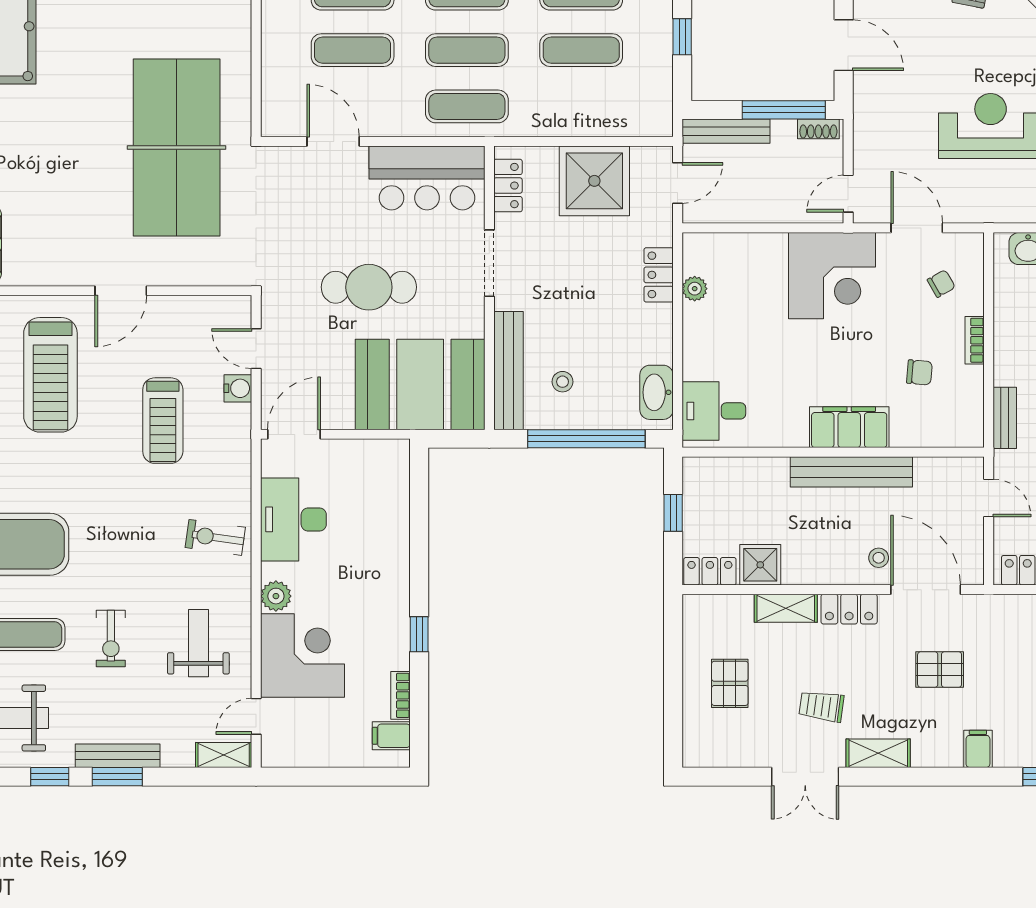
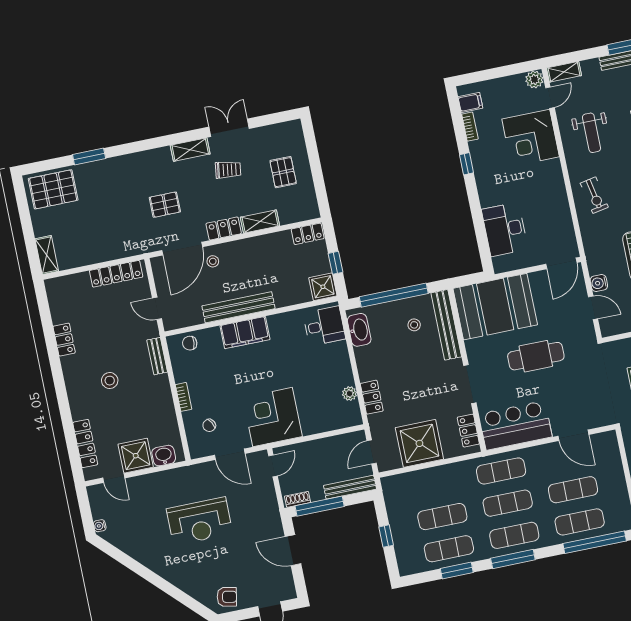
chair: (919, 372) -> (190, 343), moved
desk: (293, 519) -> (505, 229), moved, turned 180
exercise bike: (215, 537) -> (594, 195), turned 71
shower: (760, 565) -> (323, 287), moved
door: (926, 590) -> (182, 249), hinge flipped
plant: (276, 596) -> (534, 79), moved
filing cabinet: (978, 749) -> (134, 164), removed

